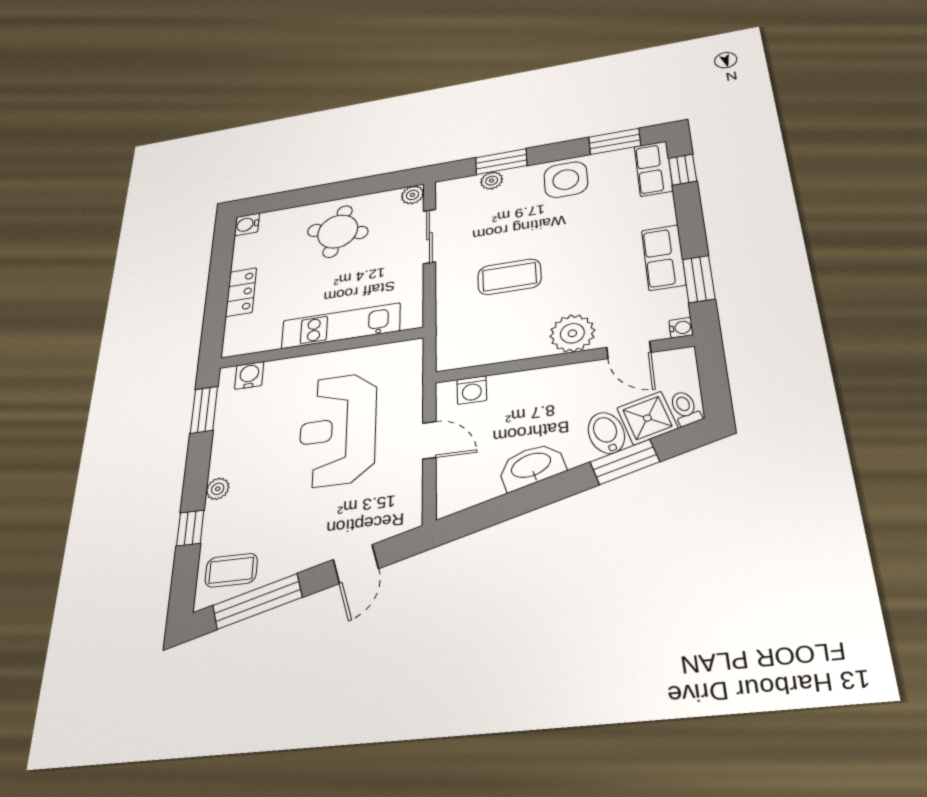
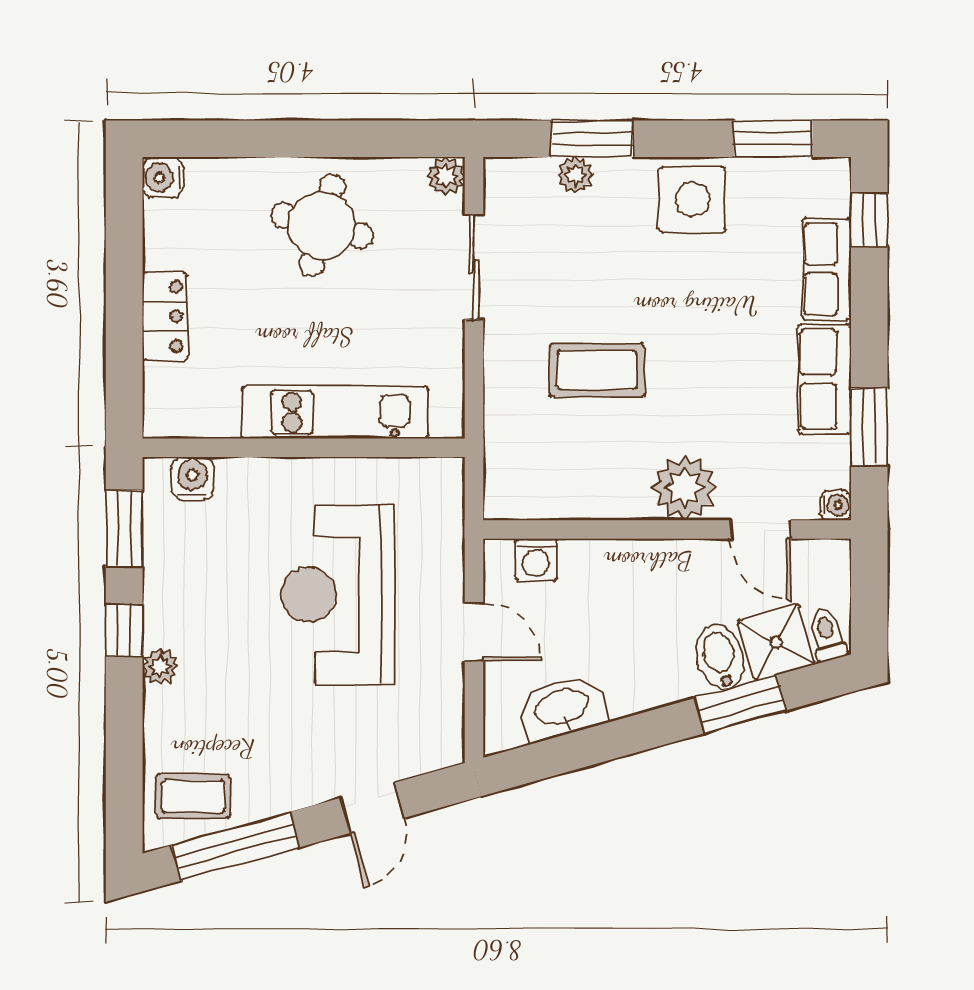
row of seats: (653, 169) -> (827, 269), moved
washbasin: (531, 466) -> (562, 708), moved
window: (190, 528) -> (124, 631), moved

